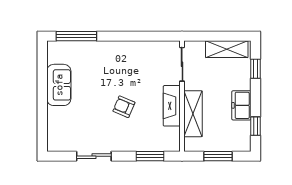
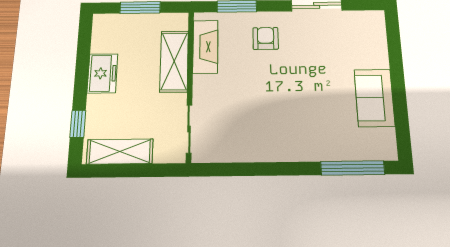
fireplace: (172, 106) -> (205, 47), moved
armchair: (124, 107) -> (266, 38), moved, turned -113
window: (255, 126) -> (84, 46), removed

